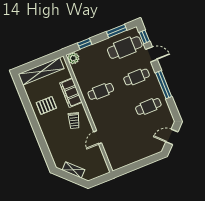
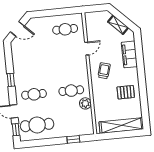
window: (117, 31) -> (40, 143), removed
plant: (73, 58) -> (85, 103), moved
window: (164, 85) -> (11, 80), width x0.46
filing cabinet: (71, 93) -> (129, 54), moved, turned 180
cafe table: (148, 106) -> (65, 29), moved

